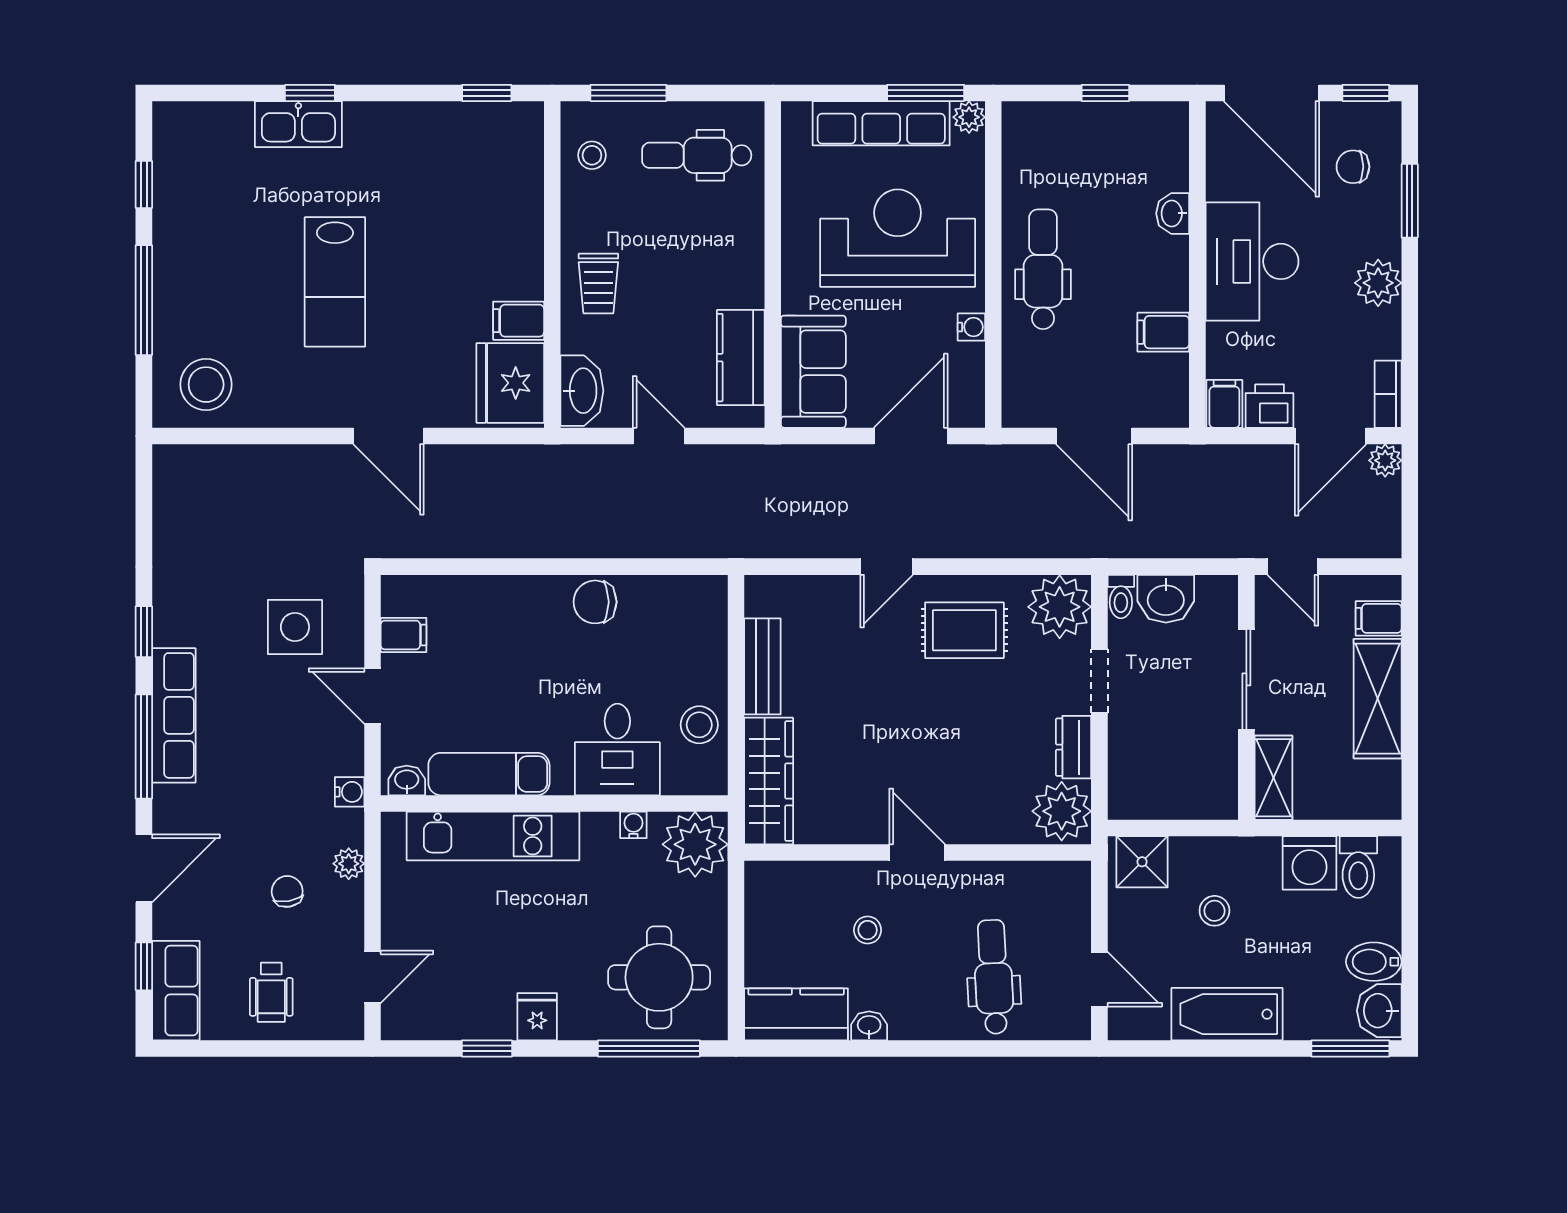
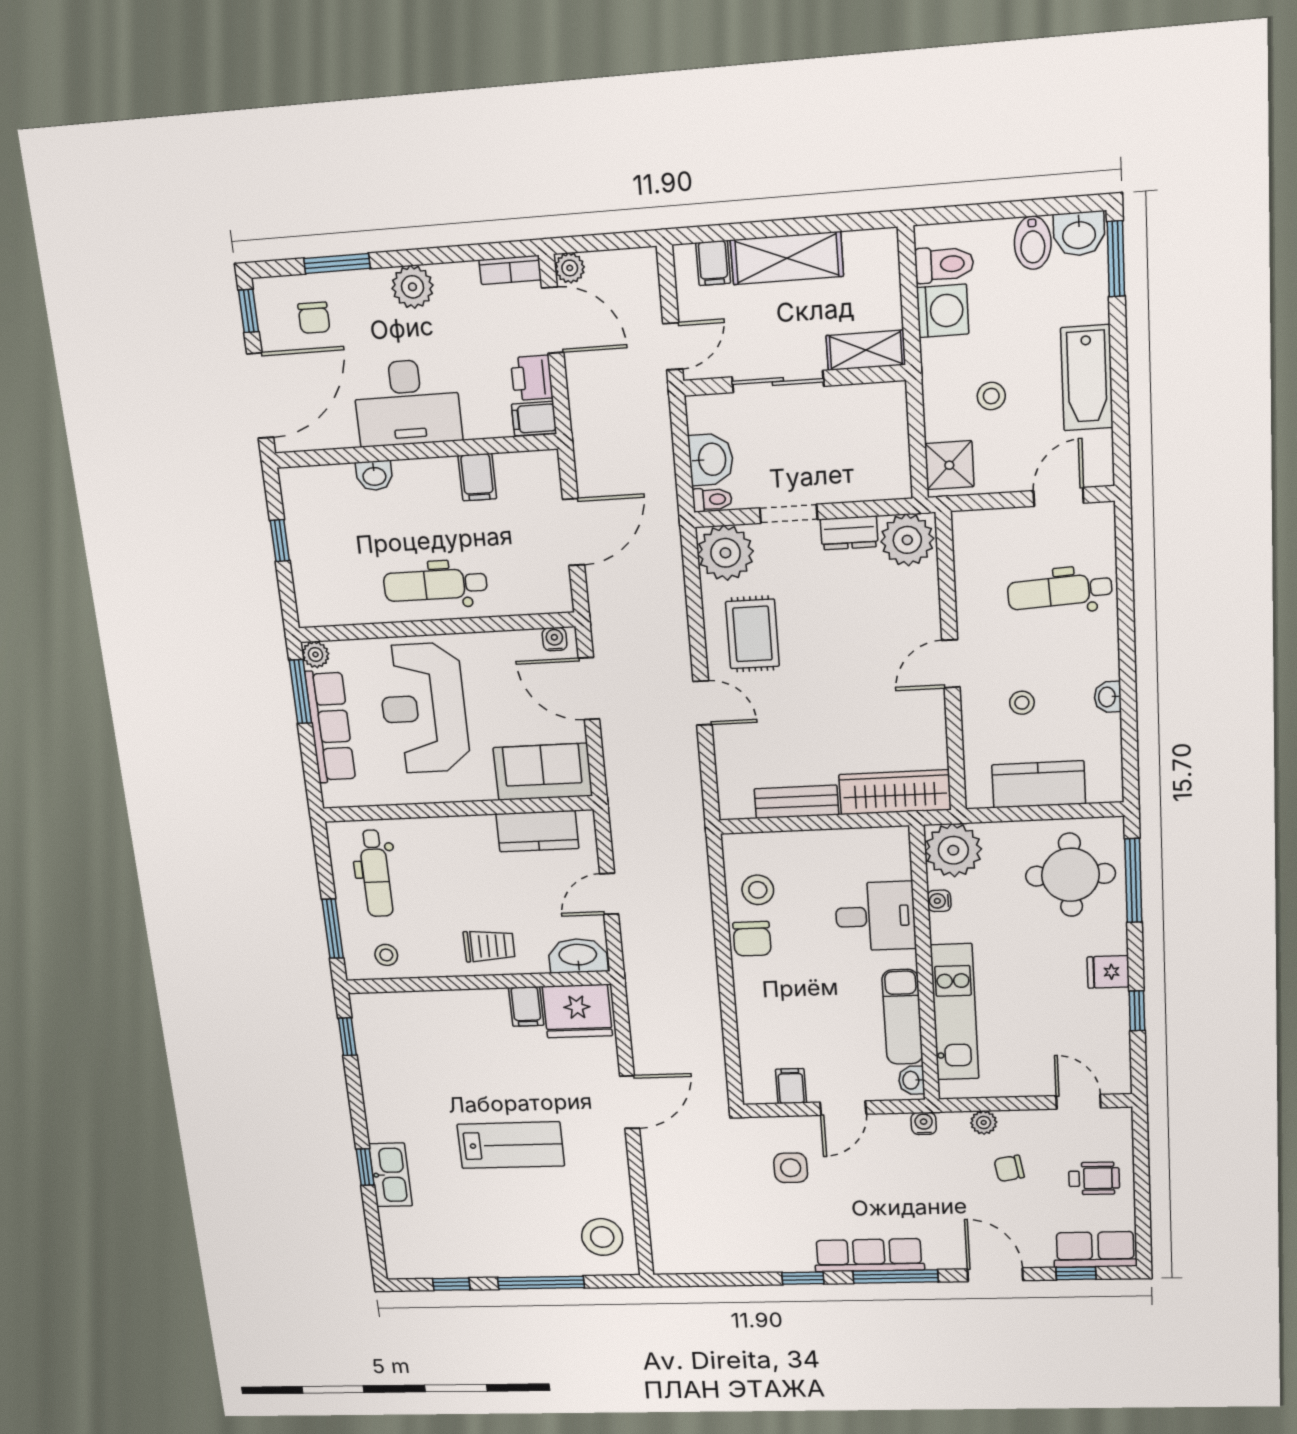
water cooler: (971, 327) -> (555, 639), moved
side table: (295, 627) -> (791, 1168), width x0.73, depth x0.73
stool: (699, 725) -> (758, 890), moved
kitchen counter: (796, 1014) -> (1039, 784), moved, turned 90

